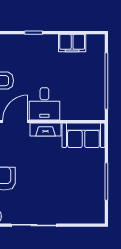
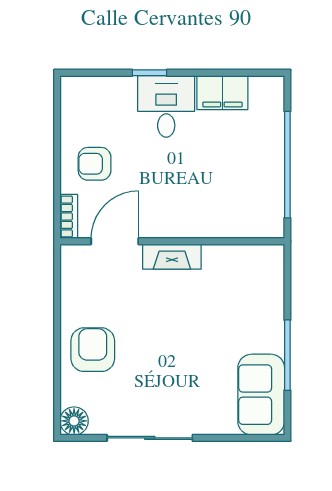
desk: (44, 104) -> (166, 106), moved, turned 180
sofa: (83, 135) -> (261, 395), moved, turned 90

